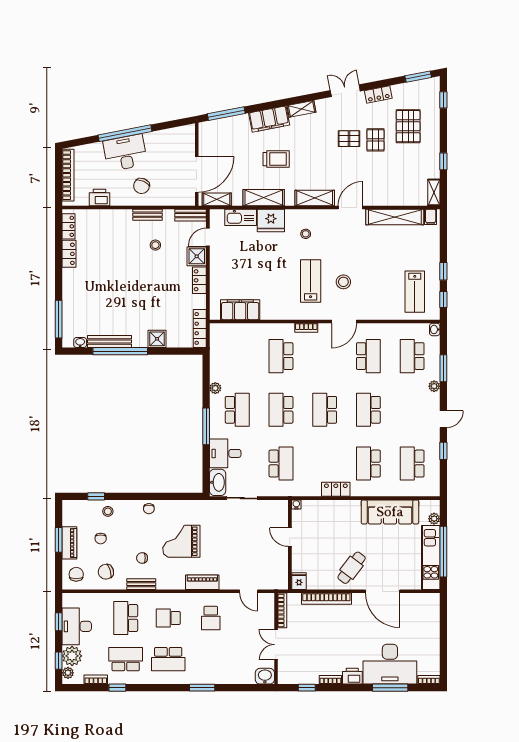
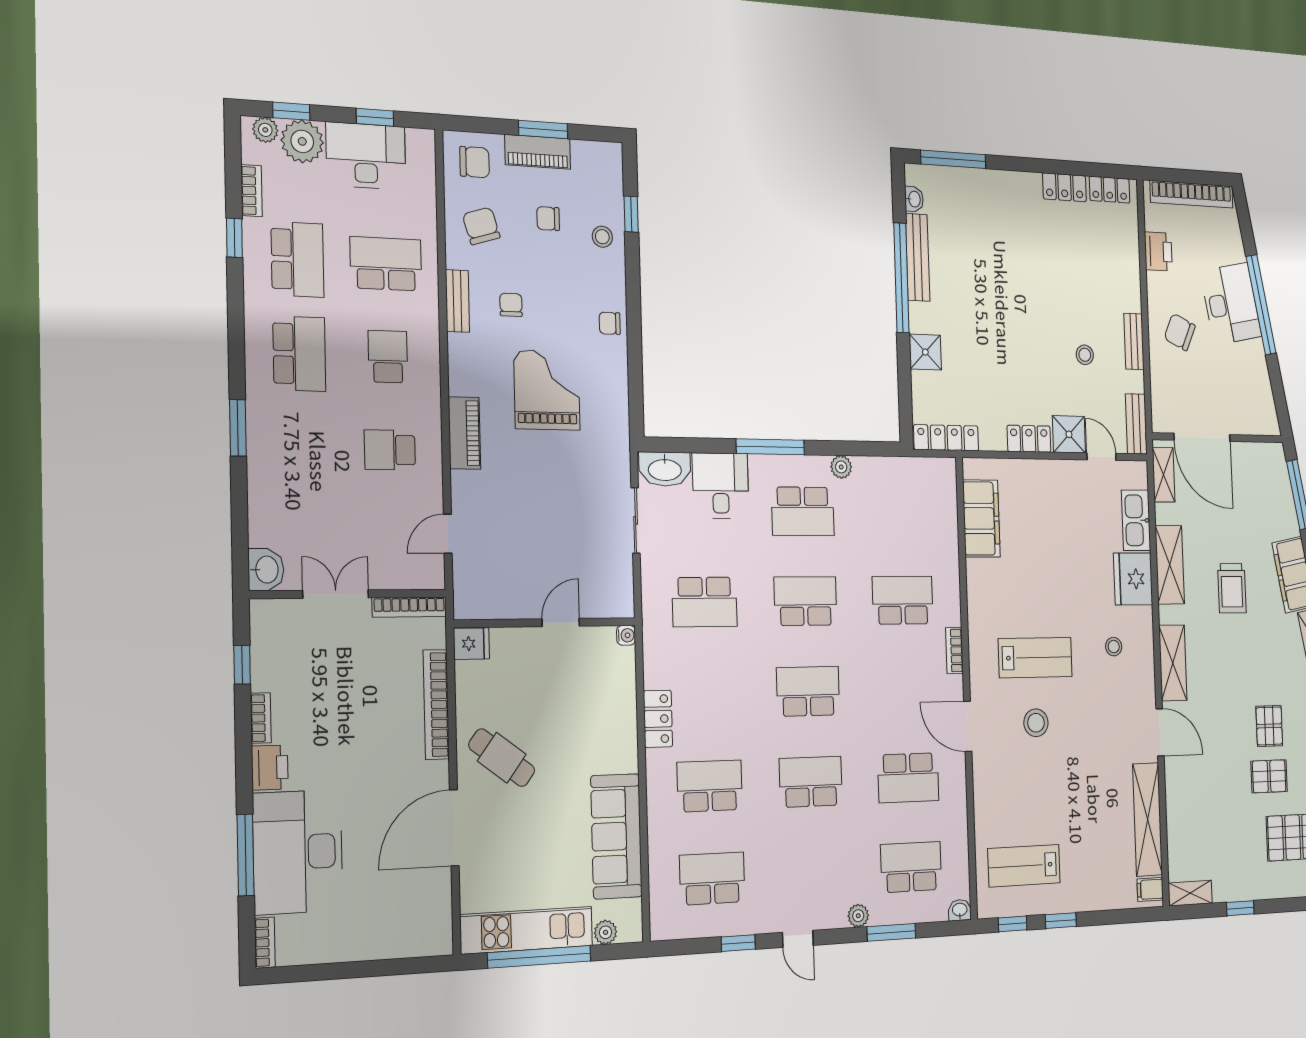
school desk: (168, 659) -> (299, 354), turned 180

